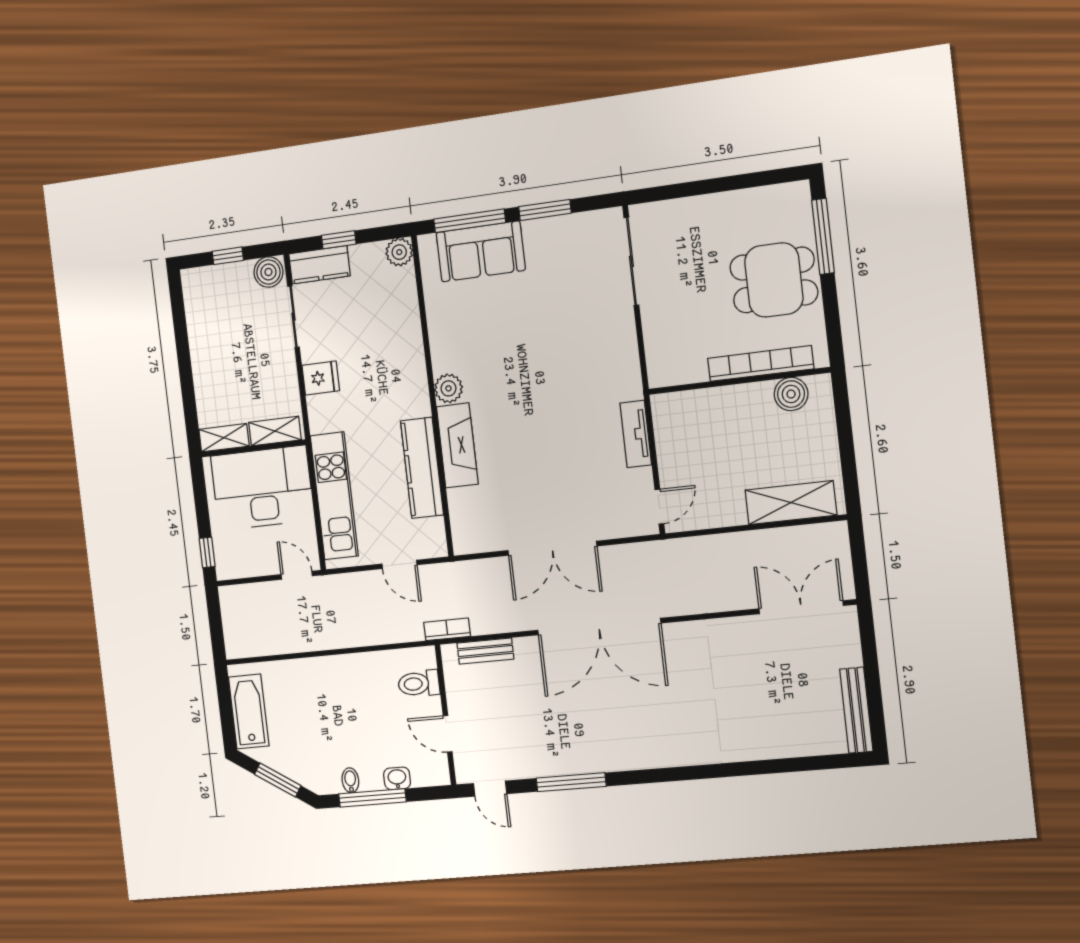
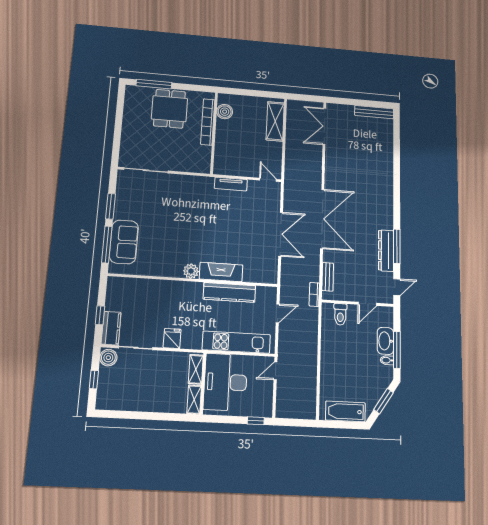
plant: (399, 252) -> (114, 284), removed
dresser: (558, 761) -> (386, 251), added
washbasin: (397, 778) -> (385, 341), width x1.91, depth x1.45

